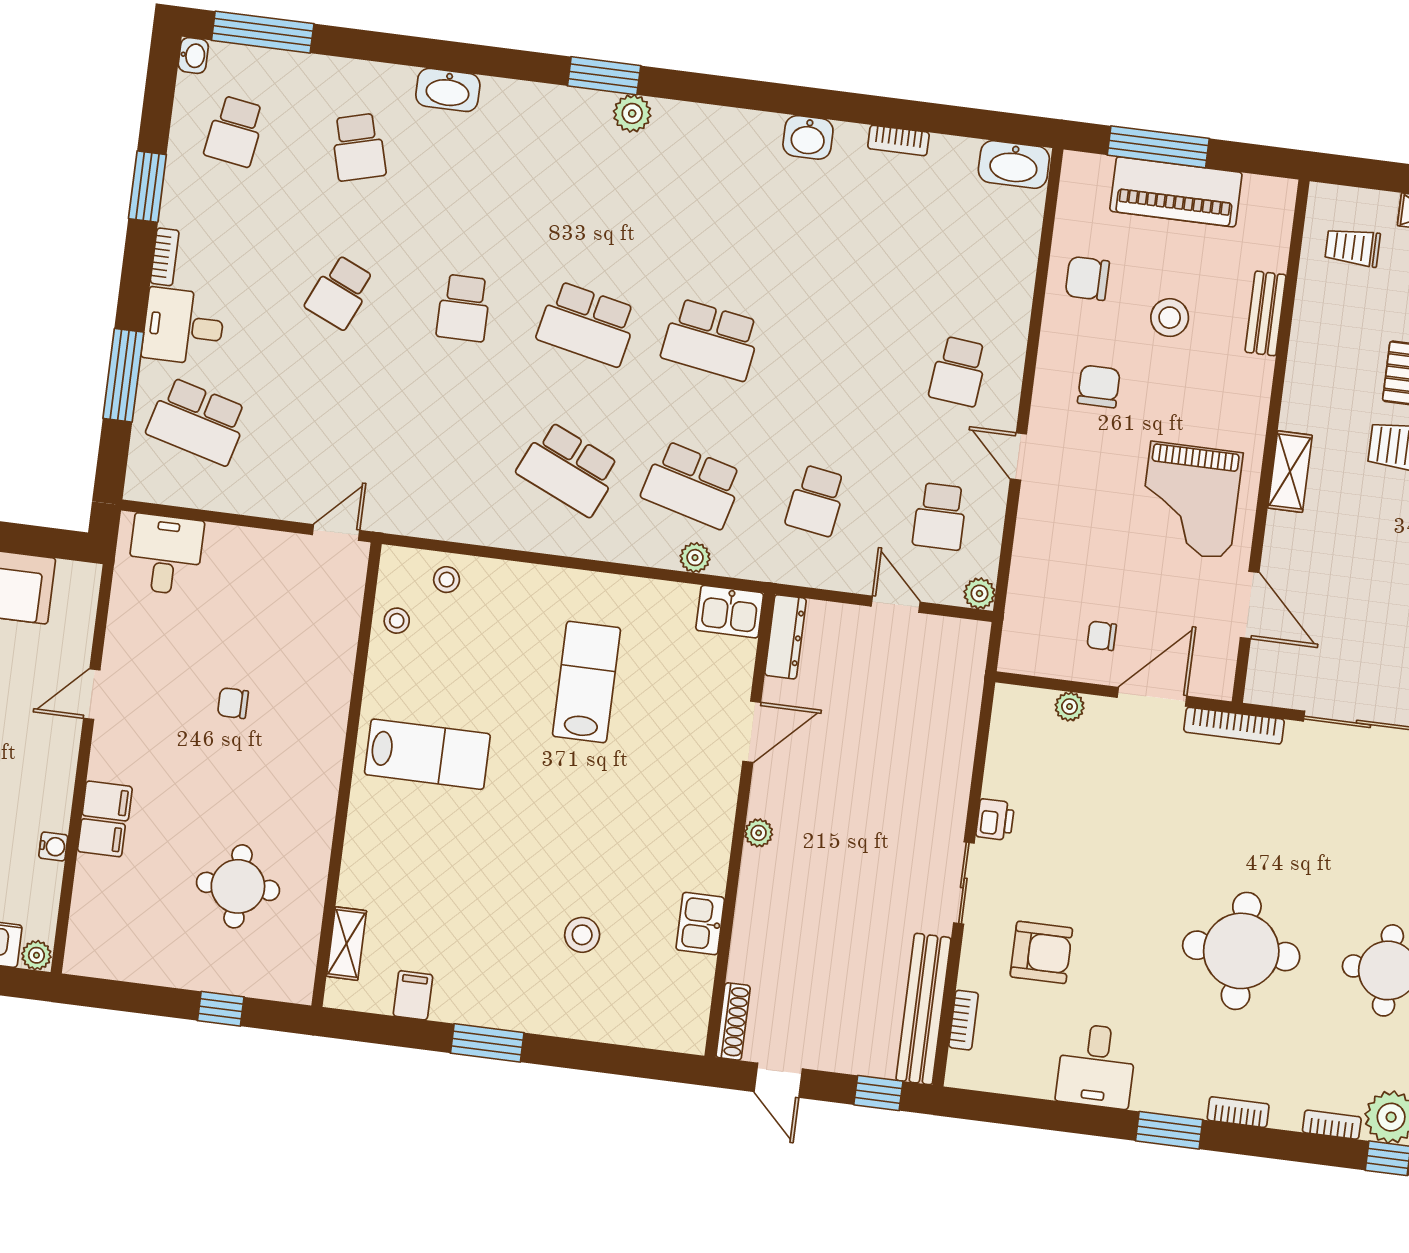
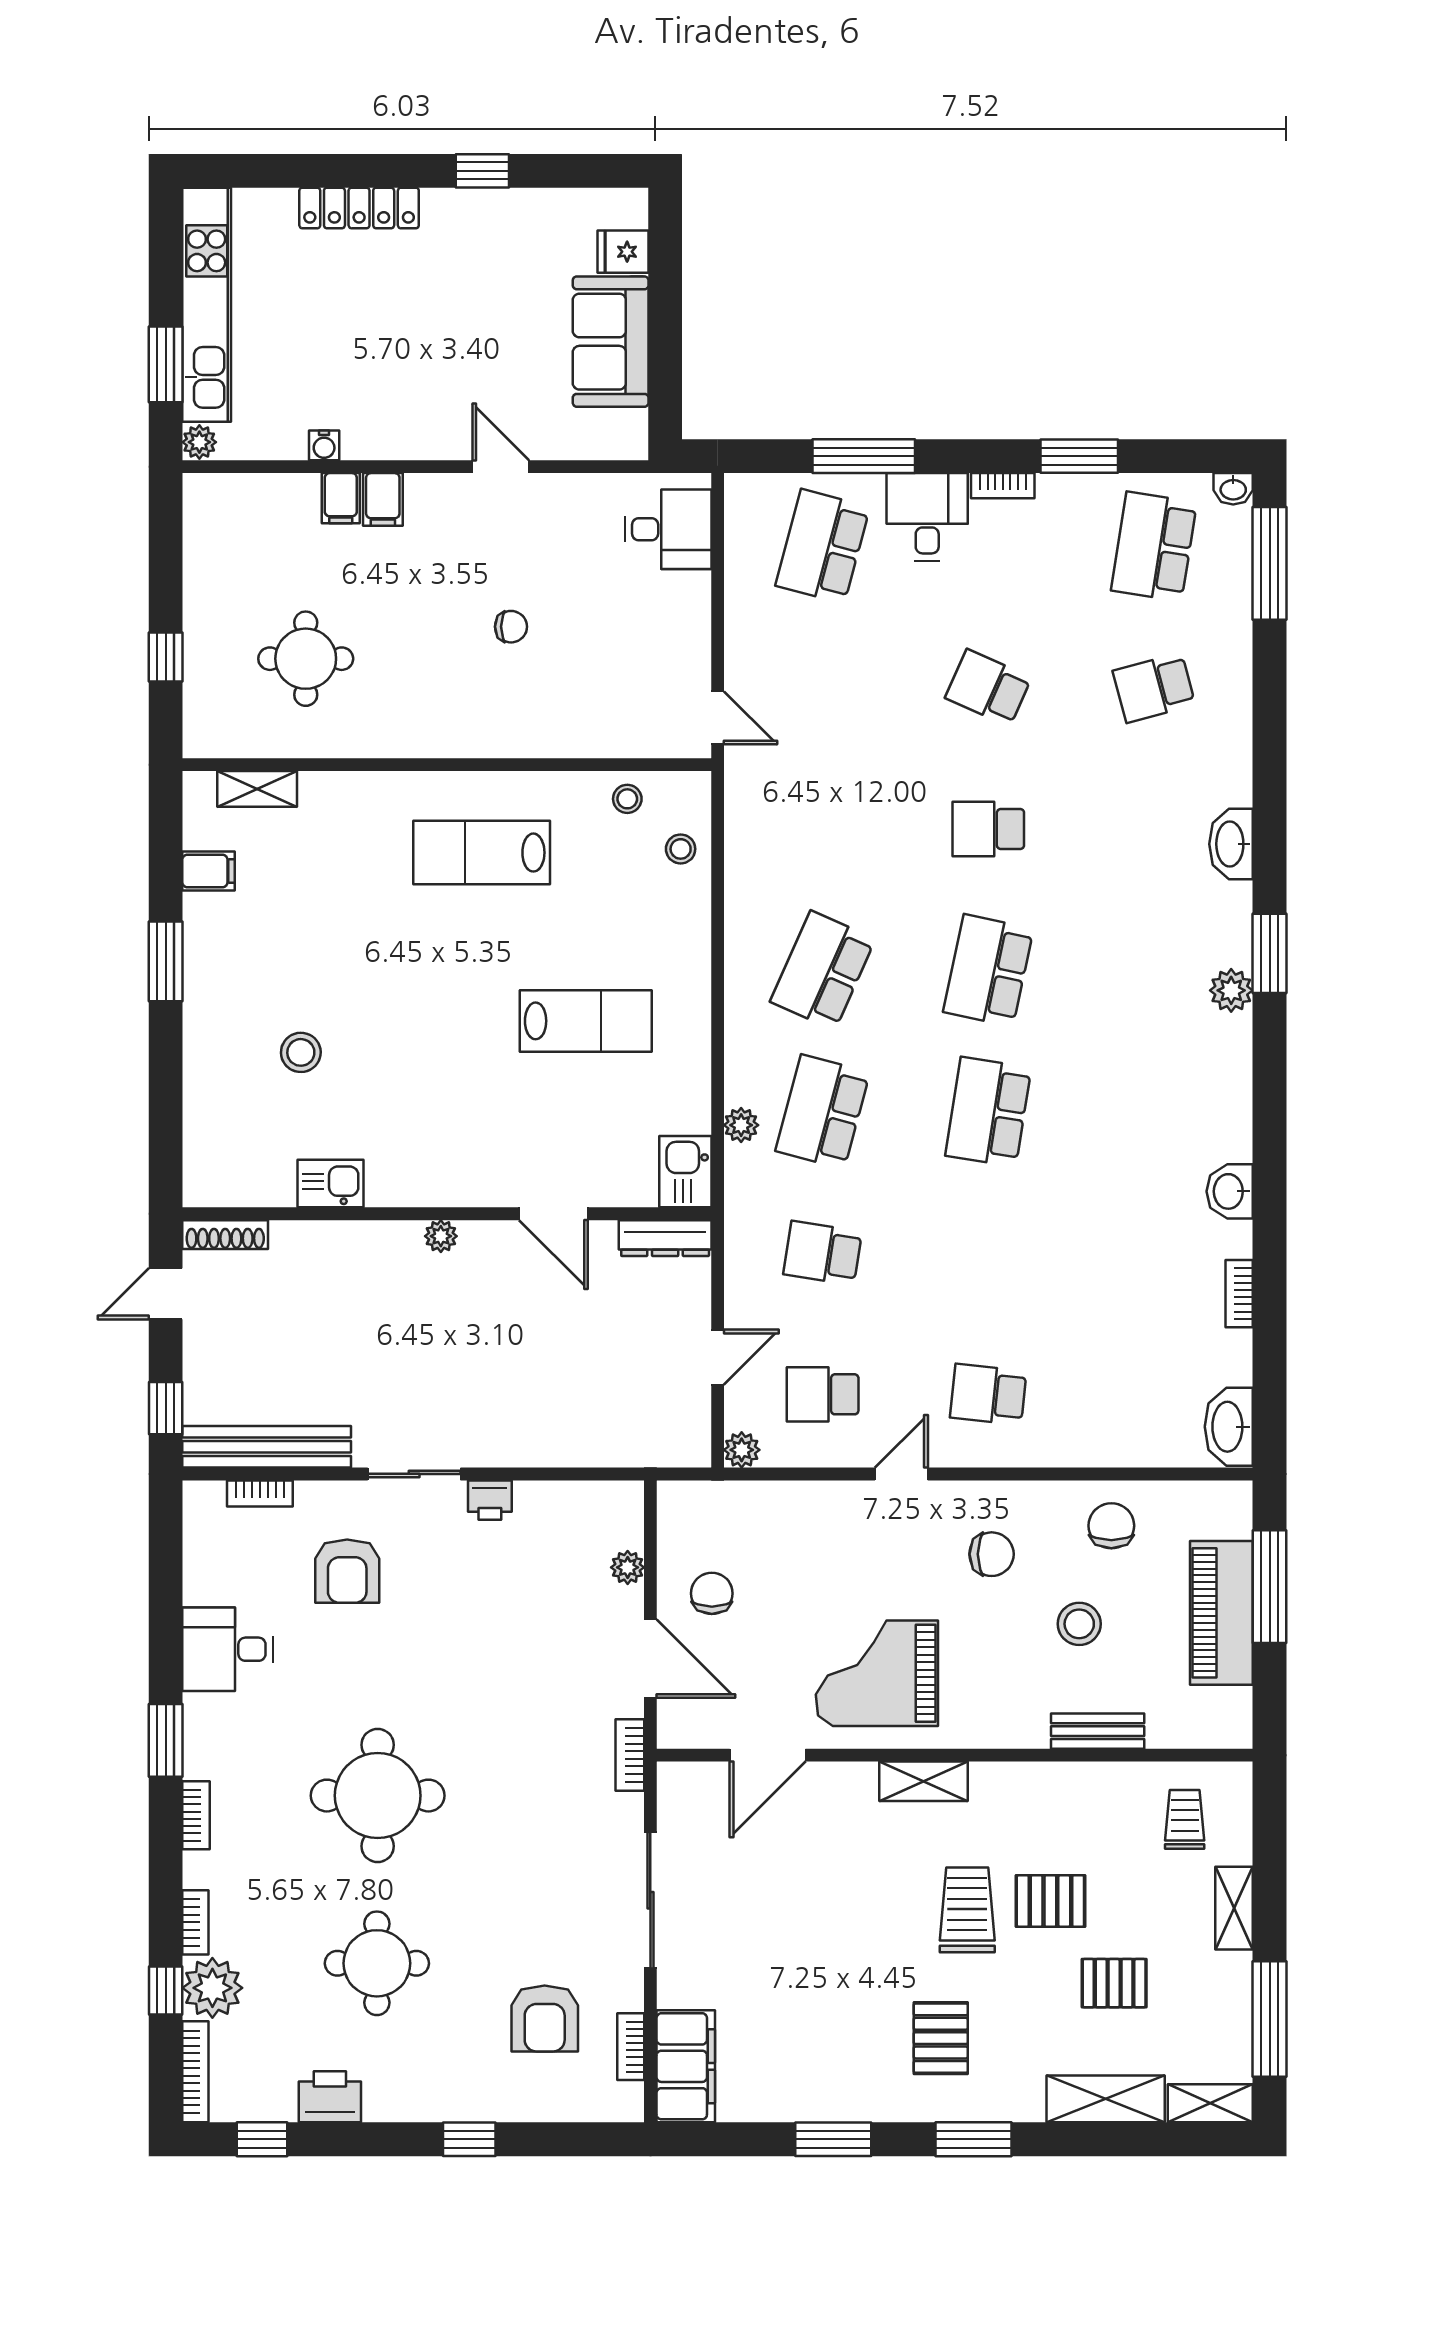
washbasin: (448, 90) -> (1231, 844), moved
school desk: (235, 131) -> (1154, 546), width x1.85
chair: (1102, 636) -> (712, 1593), width x1.37, depth x1.37
chair: (233, 703) -> (511, 627), turned 90
bookcase: (1234, 726) -> (630, 1755), width x0.64
lab bench: (427, 754) -> (482, 853), turned 90

